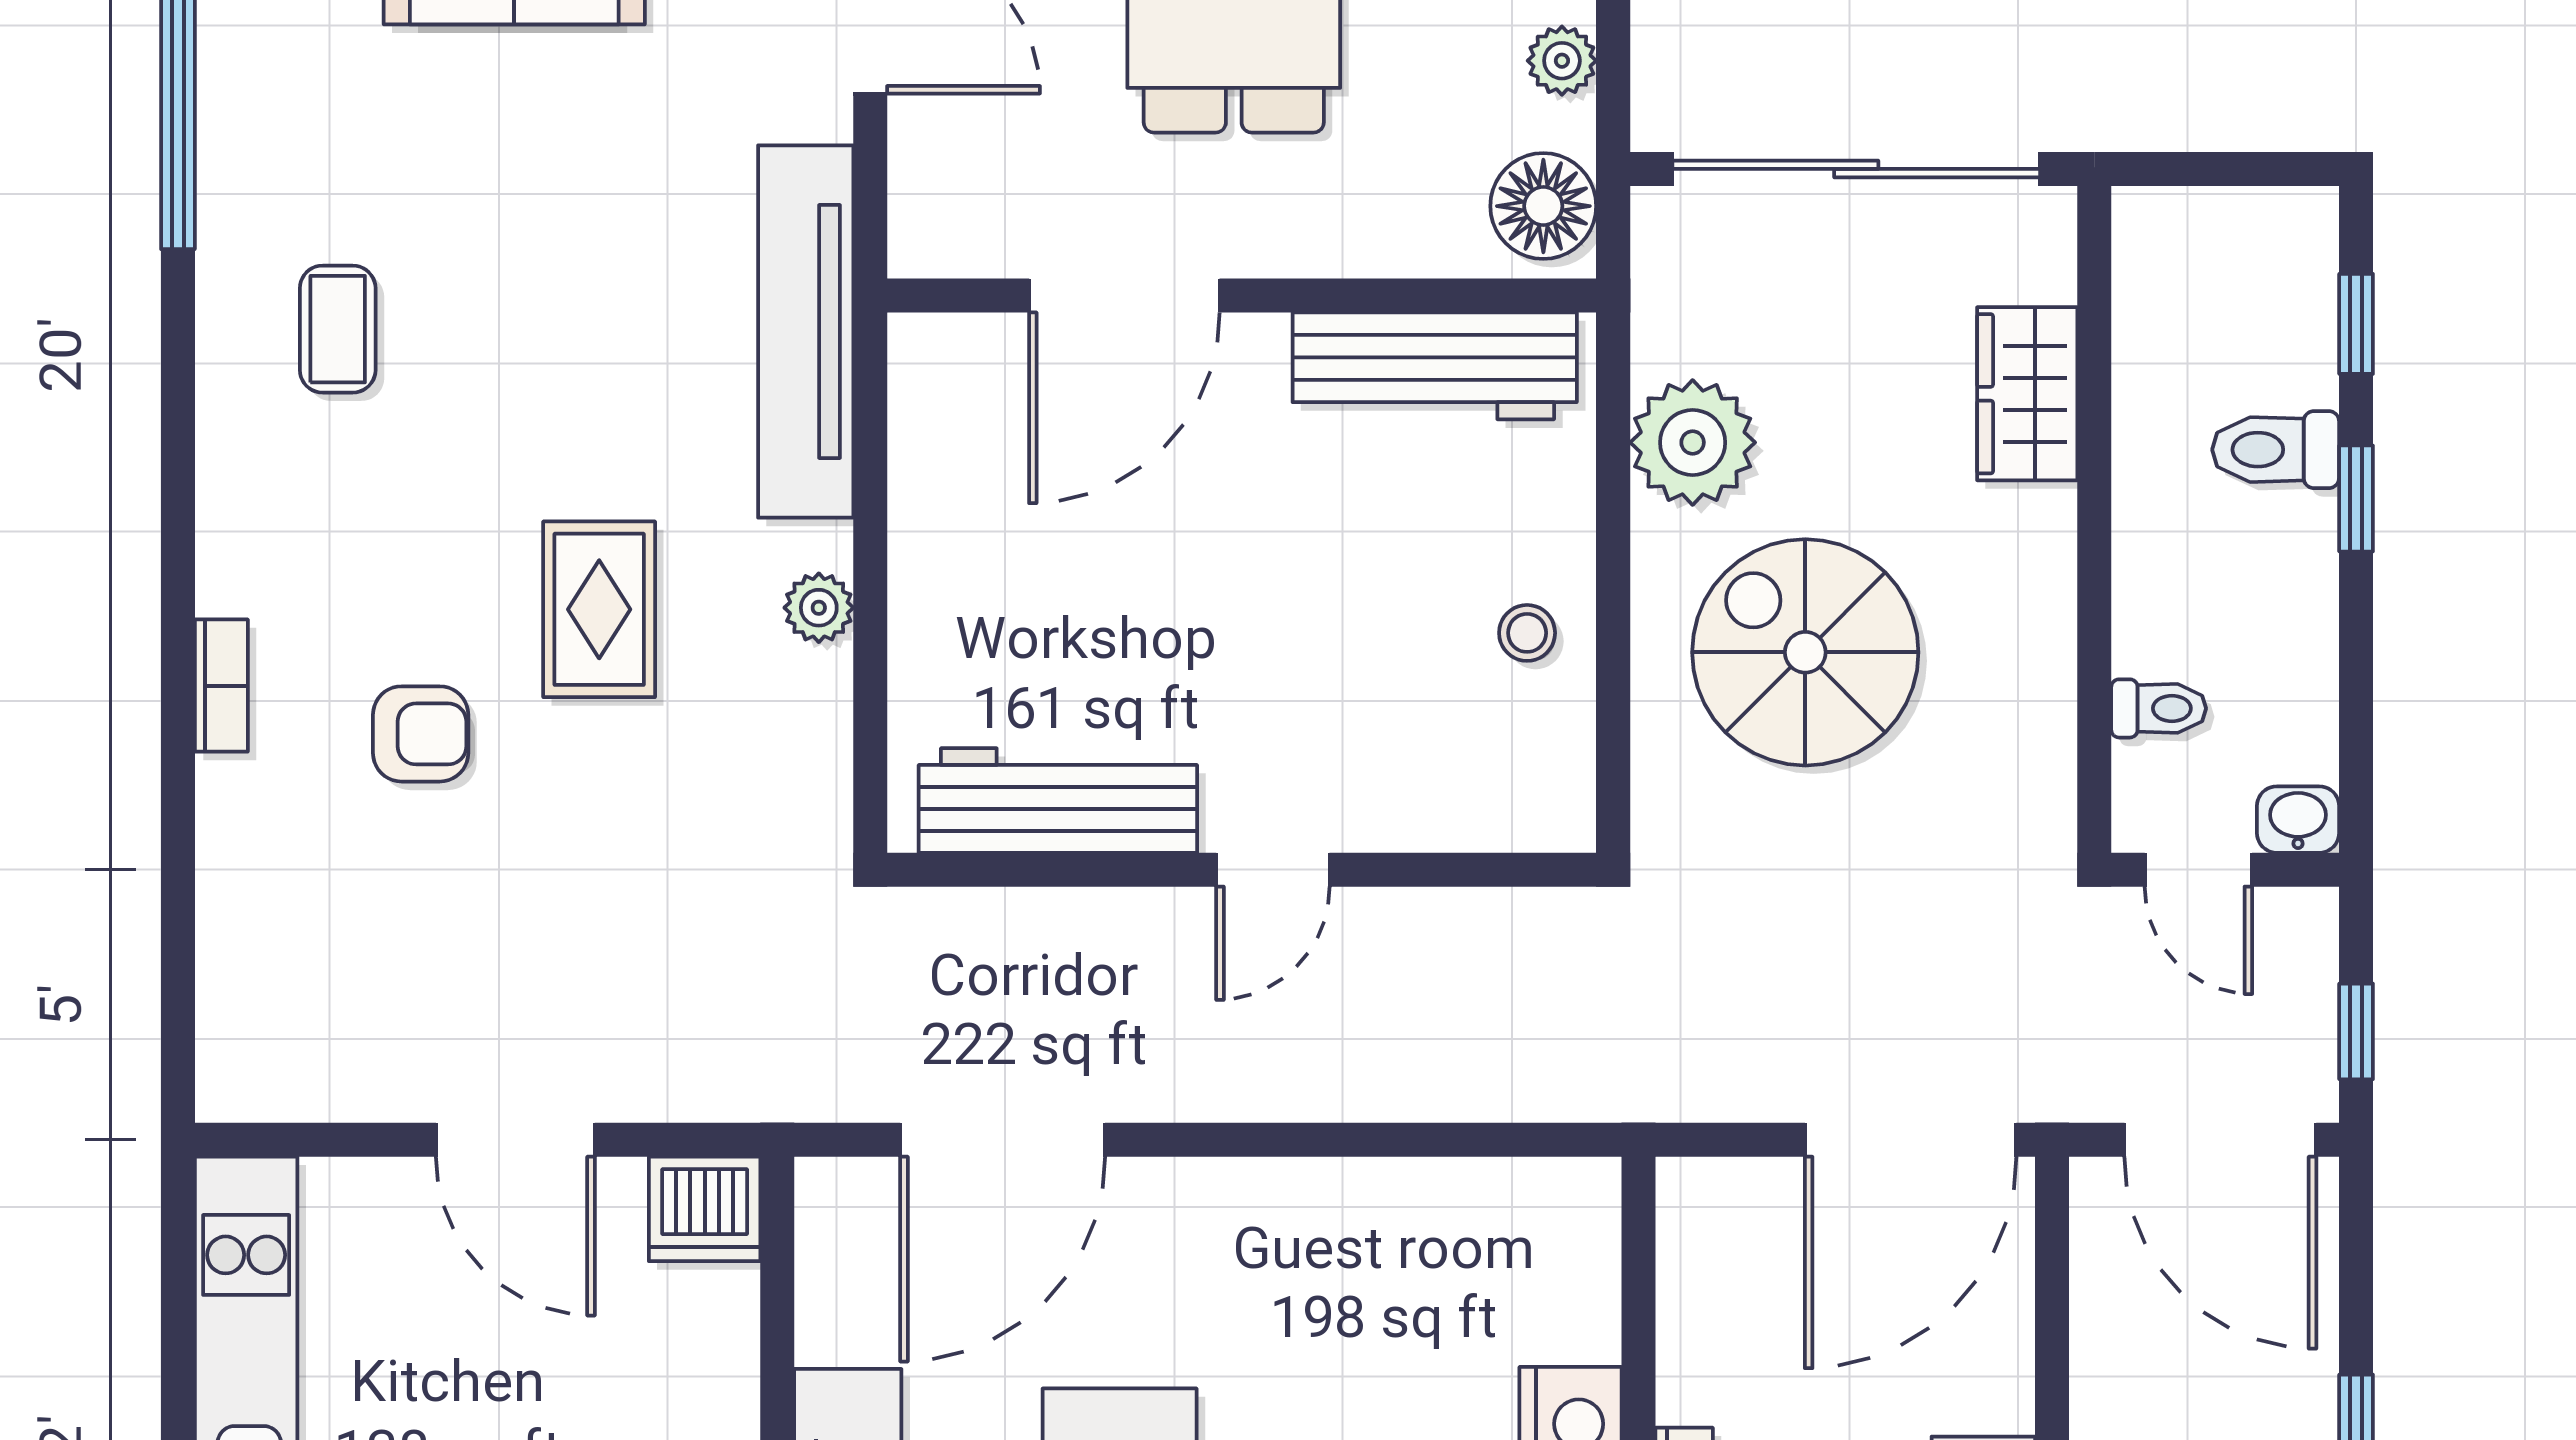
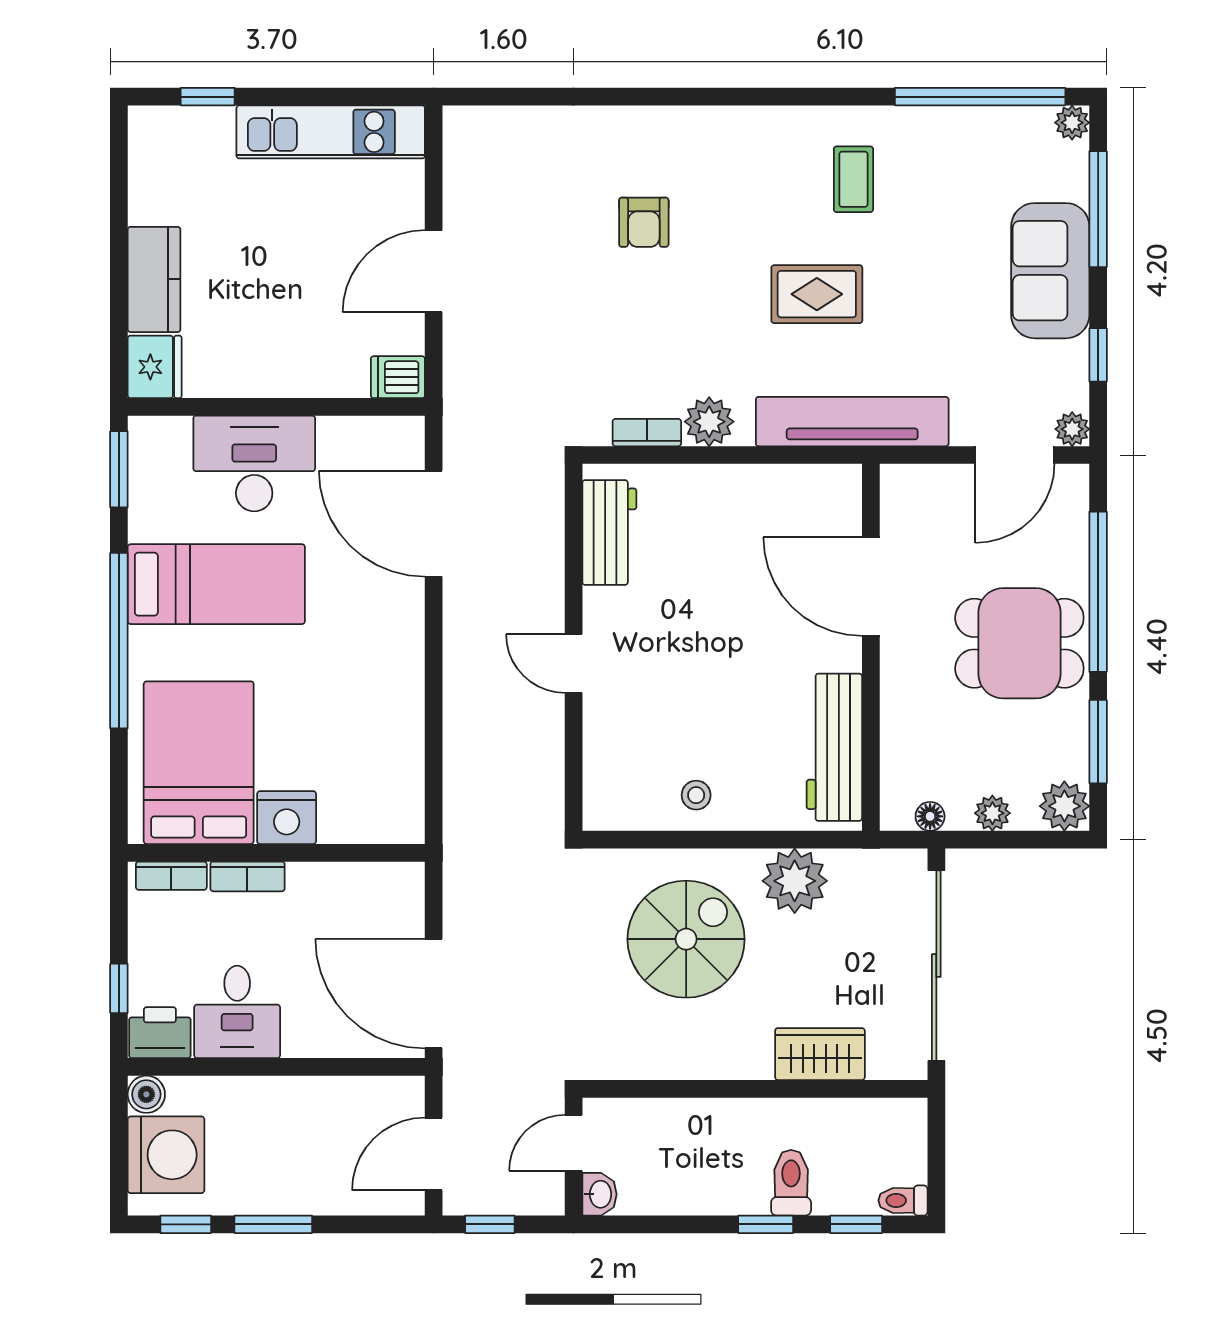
floor lamp: (1543, 206) -> (930, 816), width x0.53, depth x0.53
coffee table: (338, 329) -> (853, 179), turned 90
plant: (819, 608) -> (709, 422), width x1.38, depth x1.38
rug: (599, 609) -> (817, 294), moved
bookcase: (221, 686) -> (647, 433), moved, turned 180
toilet: (2159, 708) -> (903, 1200), moved, turned 90
workbench: (1058, 800) -> (609, 533), width x0.73
door: (2220, 1140) -> (434, 1154), width x0.73
dishwasher: (705, 1209) -> (398, 377), width x0.73

